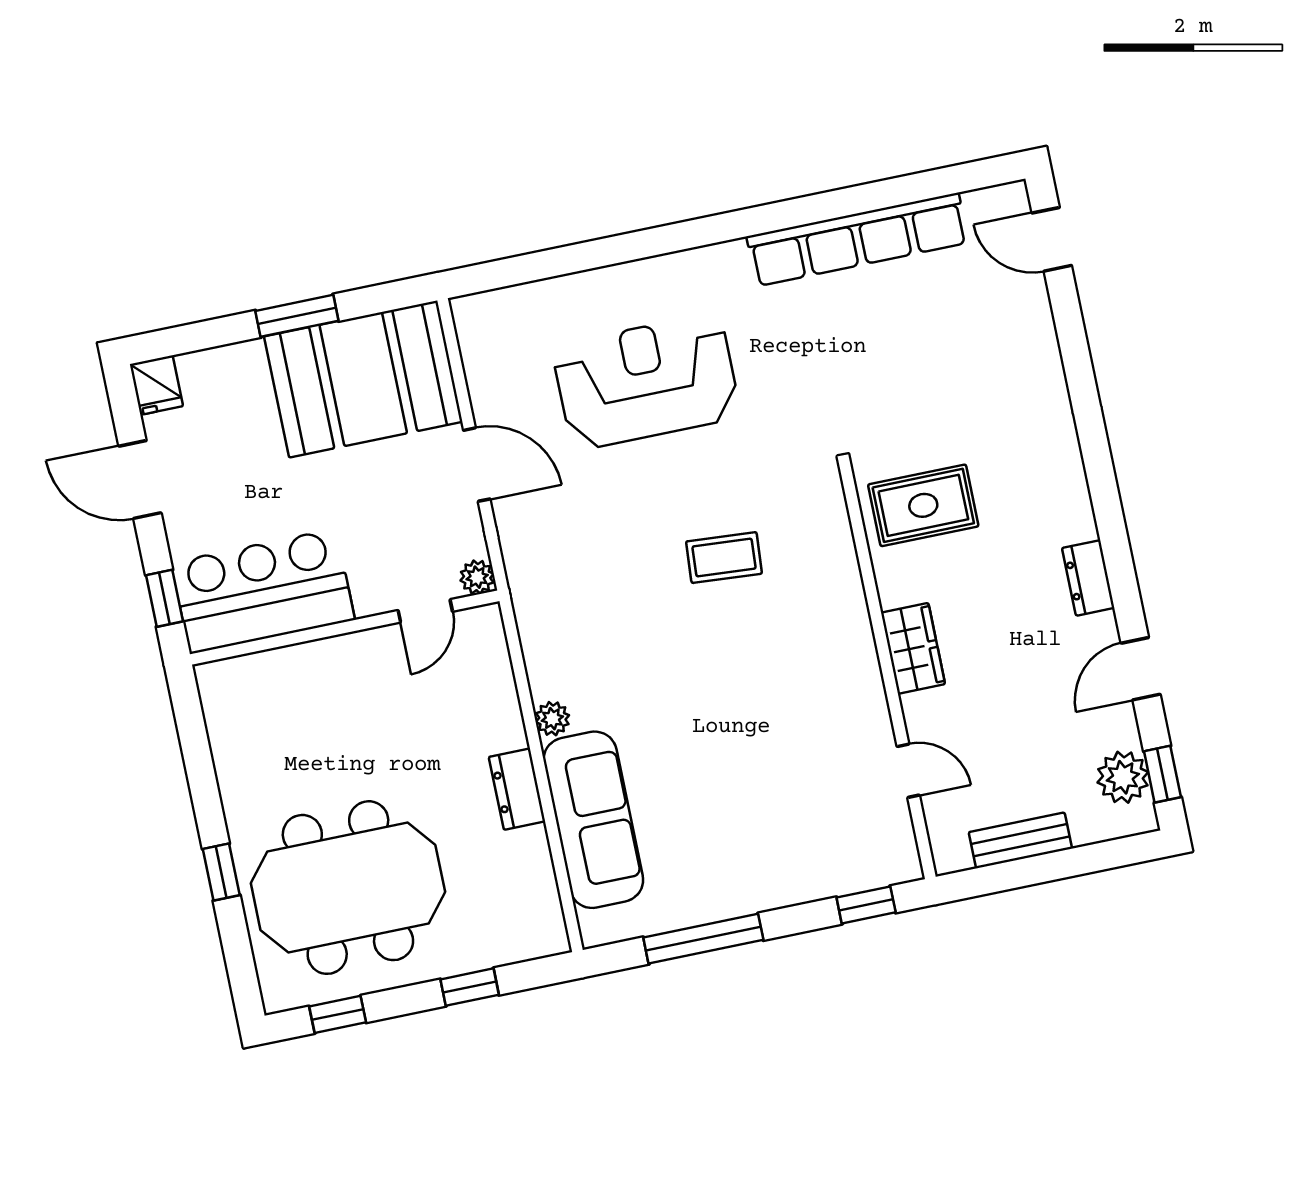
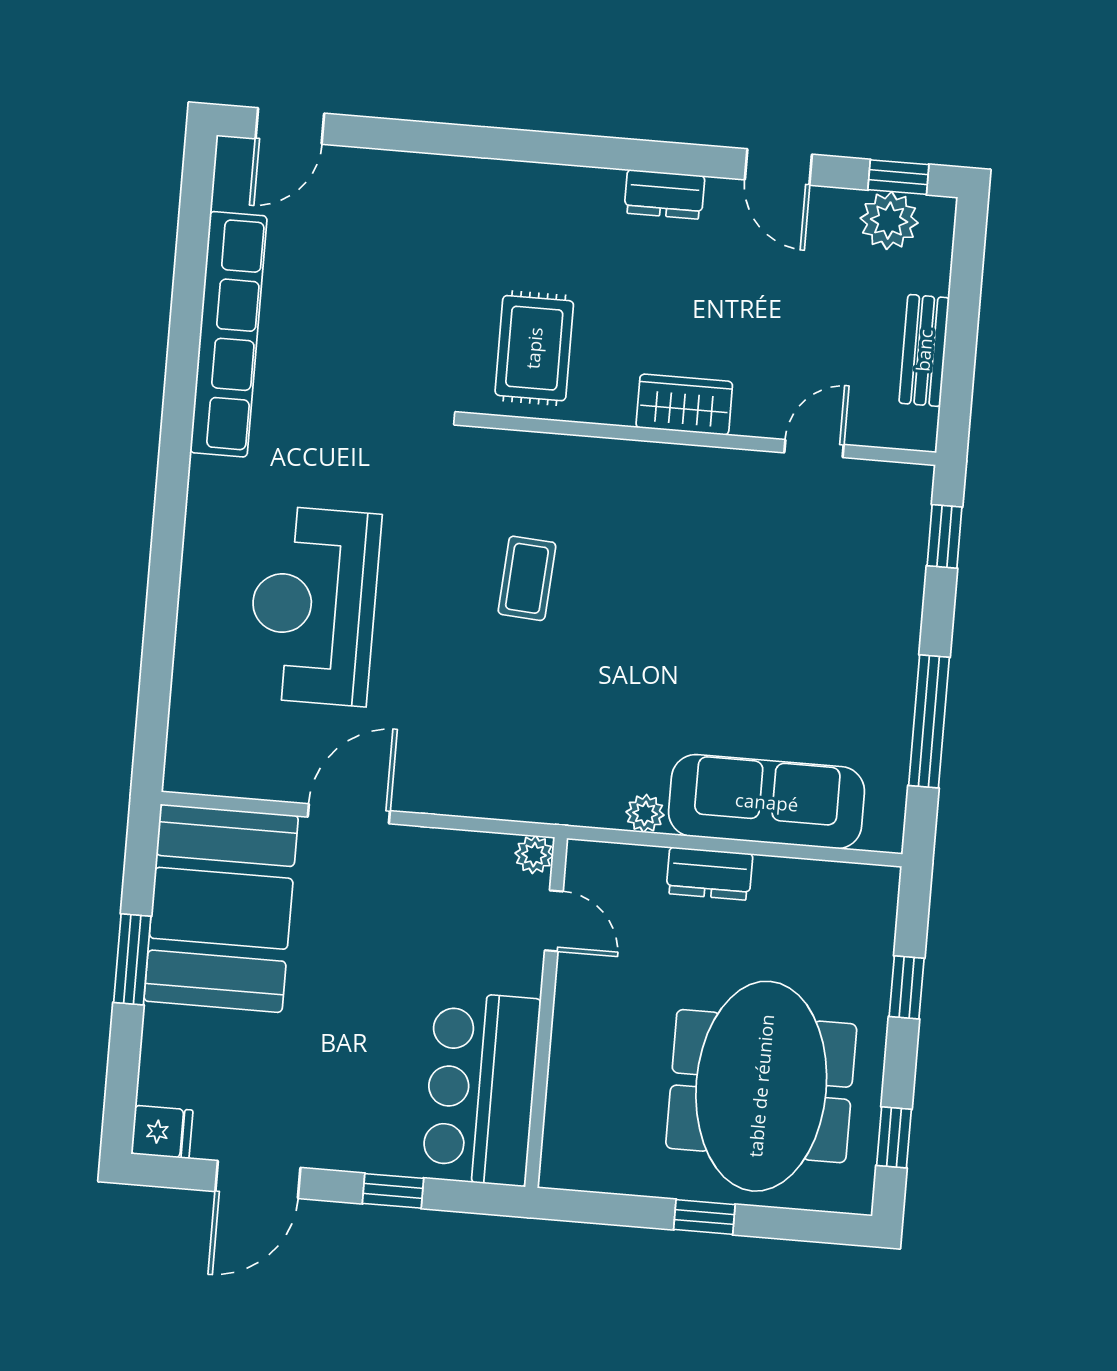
plant: (477, 577) -> (534, 855), moved
bar counter: (263, 591) -> (481, 1089), moved
door: (425, 611) -> (554, 921), moved
wall: (345, 628) -> (546, 1013), moved

